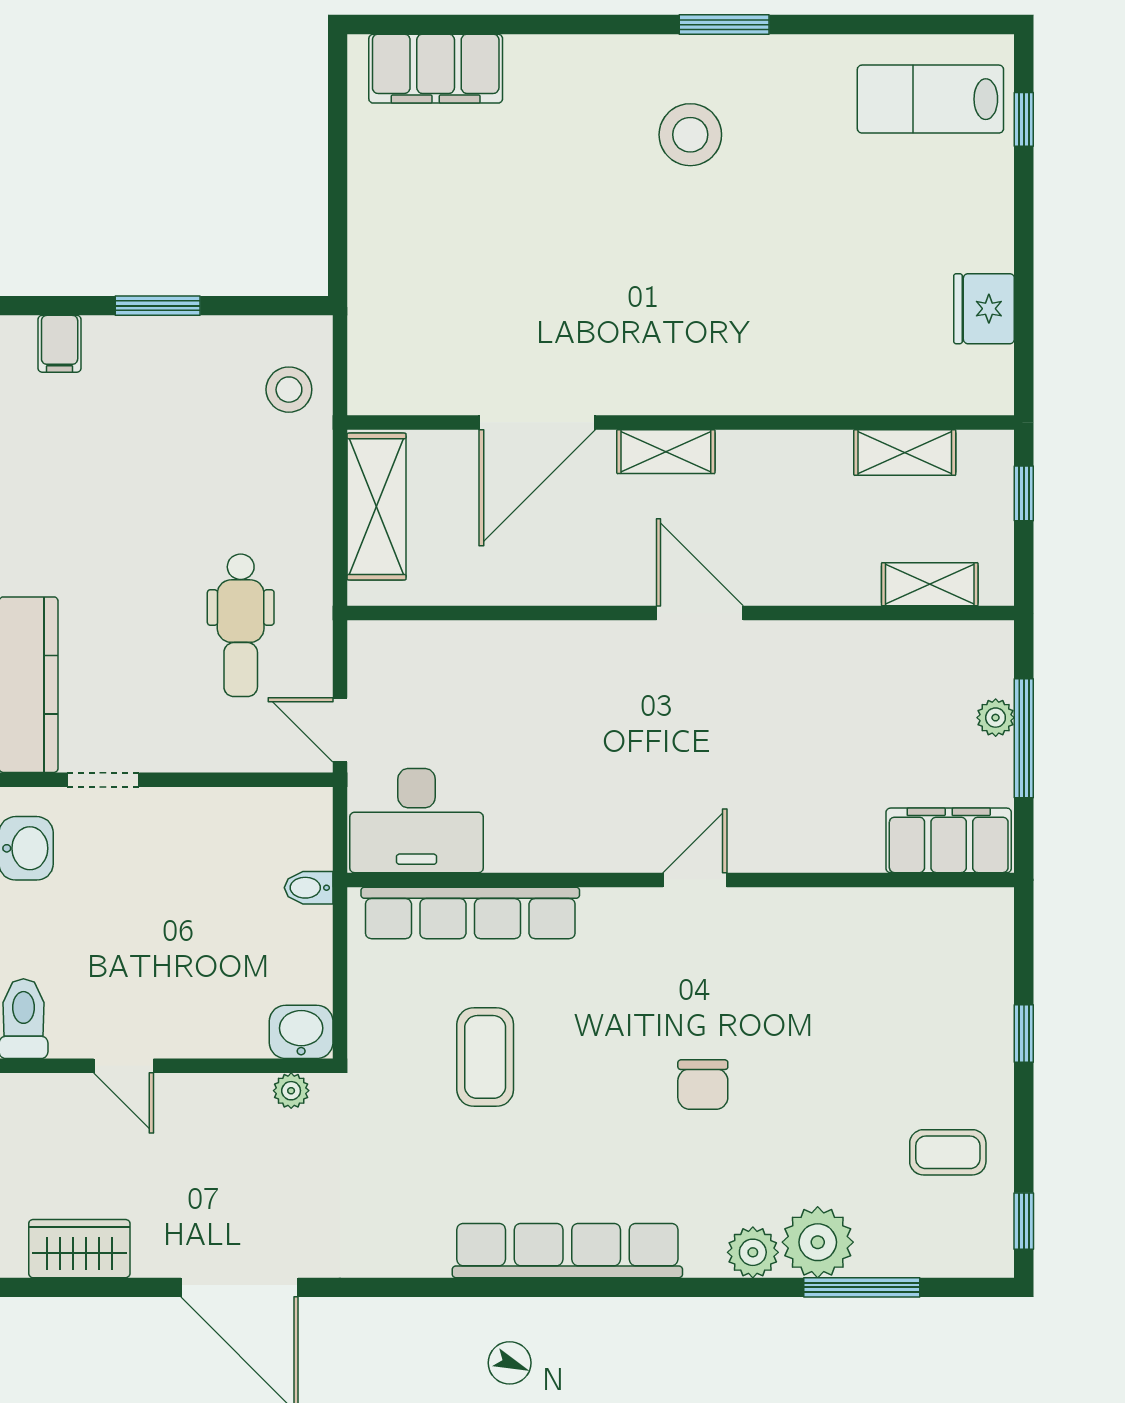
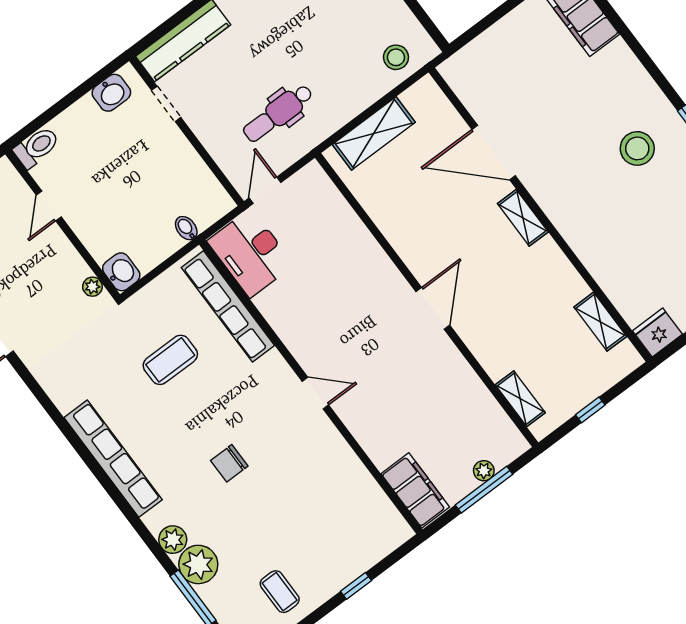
door: (537, 422) -> (494, 153), moved
wall: (681, 422) -> (540, 215), moved
shelving: (666, 452) -> (523, 218), moved
shelving: (905, 452) -> (600, 322), moved

